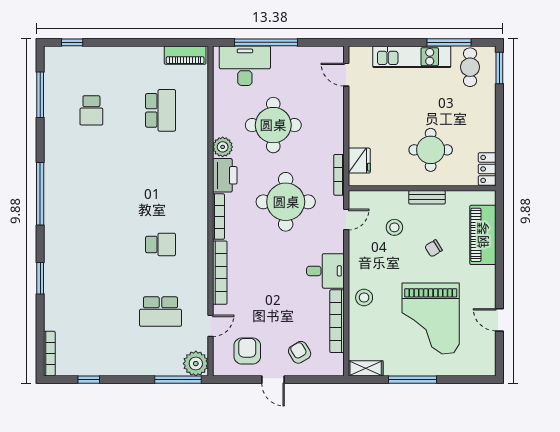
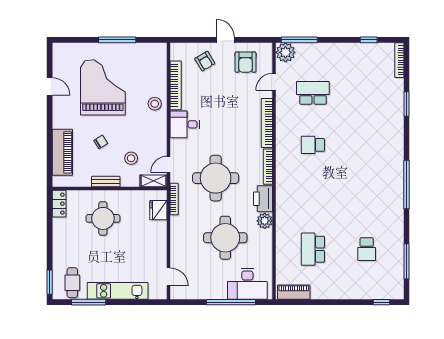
school desk: (91, 110) -> (367, 249), turned 180
window: (40, 278) -> (407, 104), moved
shelving: (366, 368) -> (153, 181), moved

